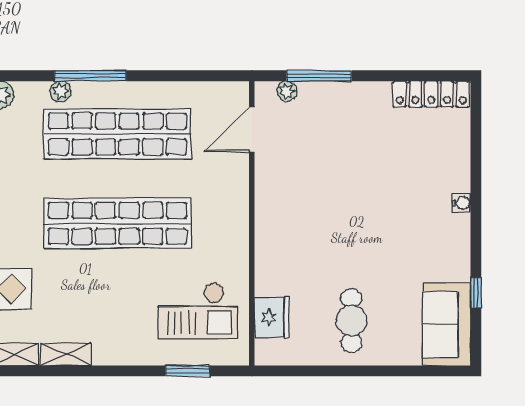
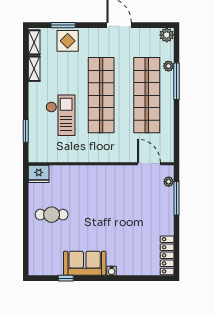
checkout: (198, 311) -> (60, 115), moved, turned 180
fridge: (272, 317) -> (39, 174), moved
sofa: (447, 324) -> (85, 263), moved

